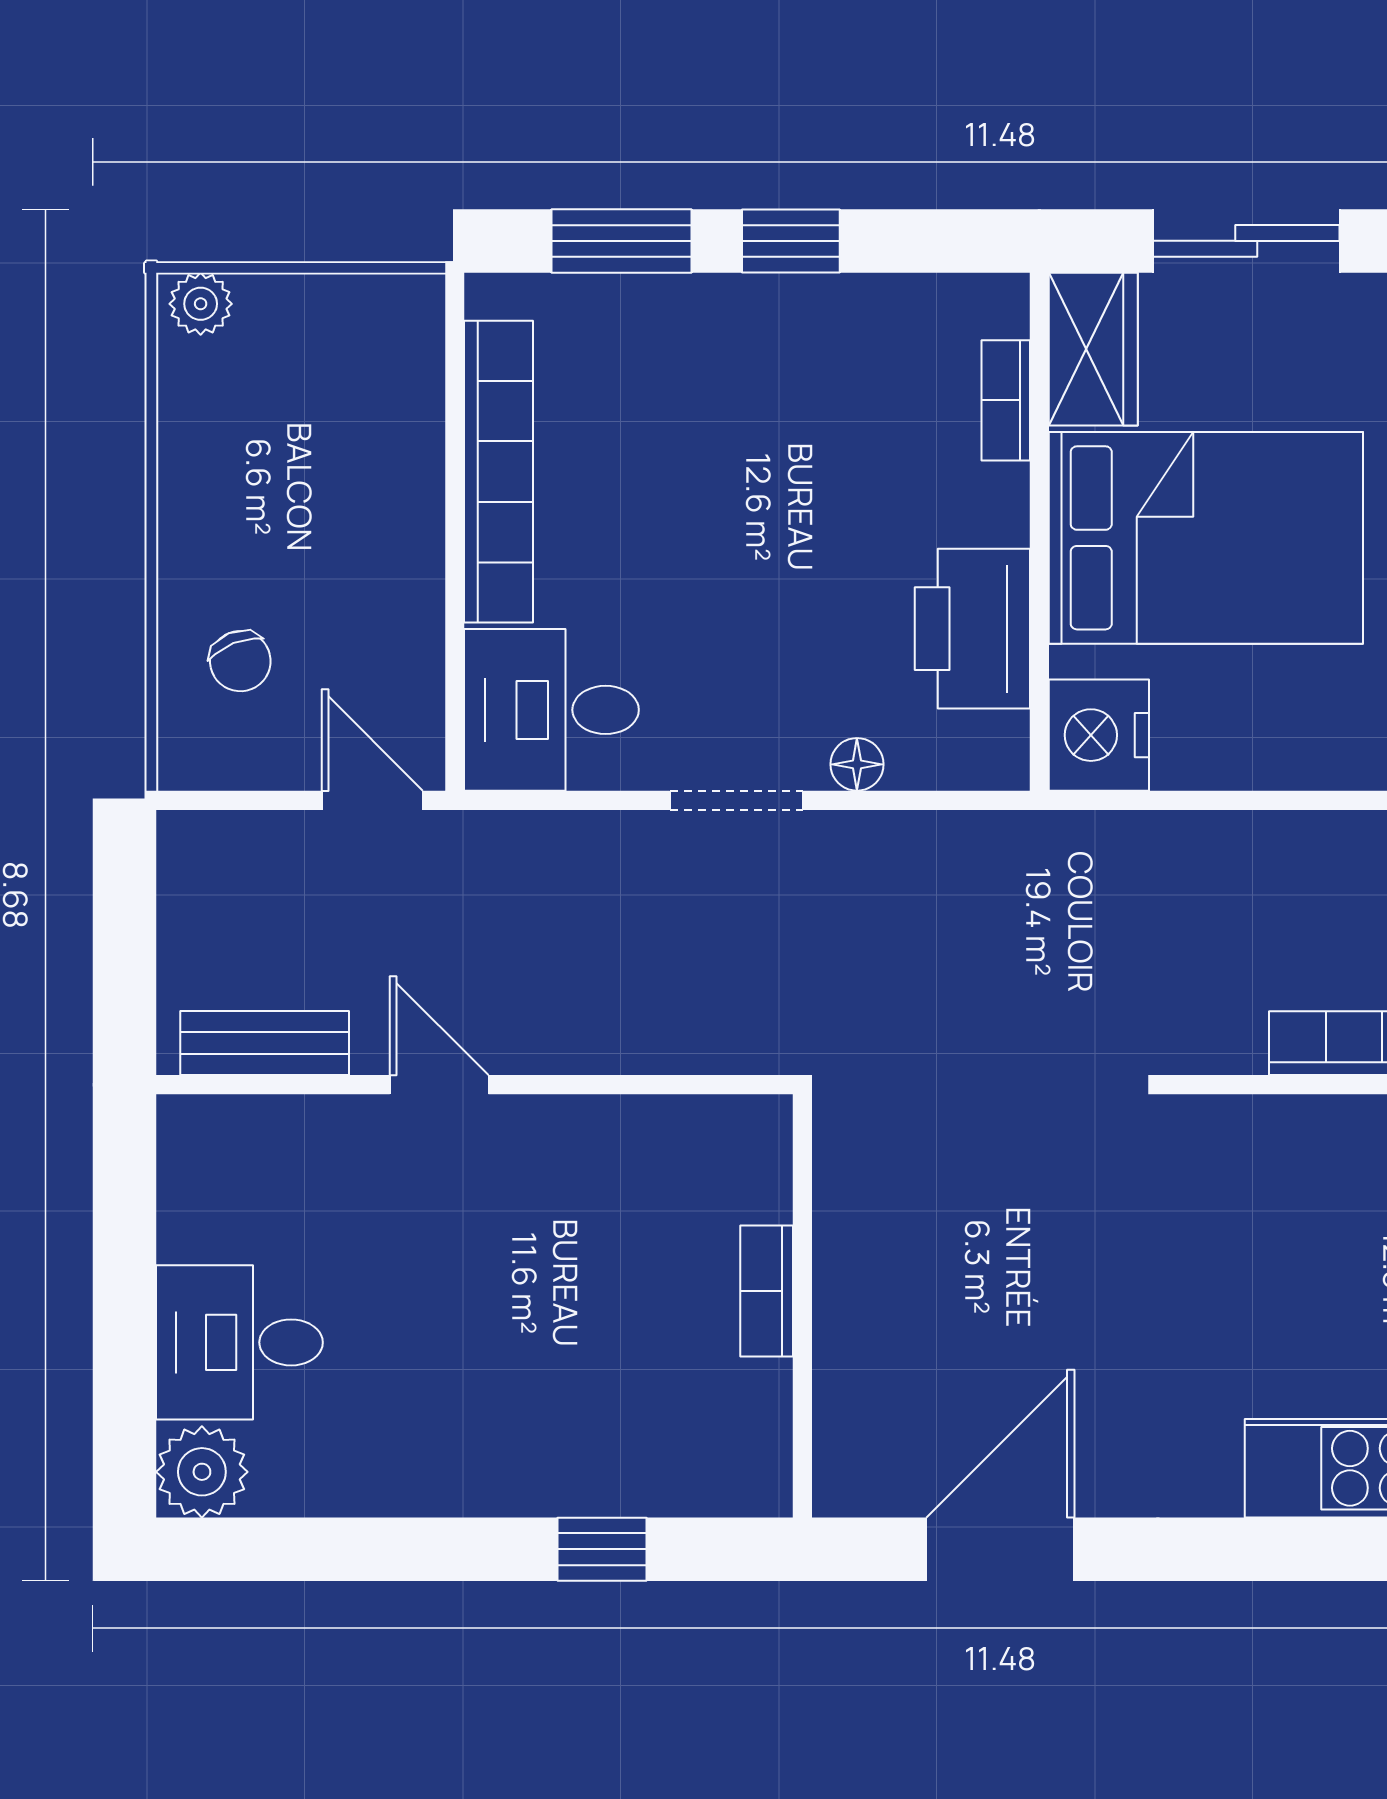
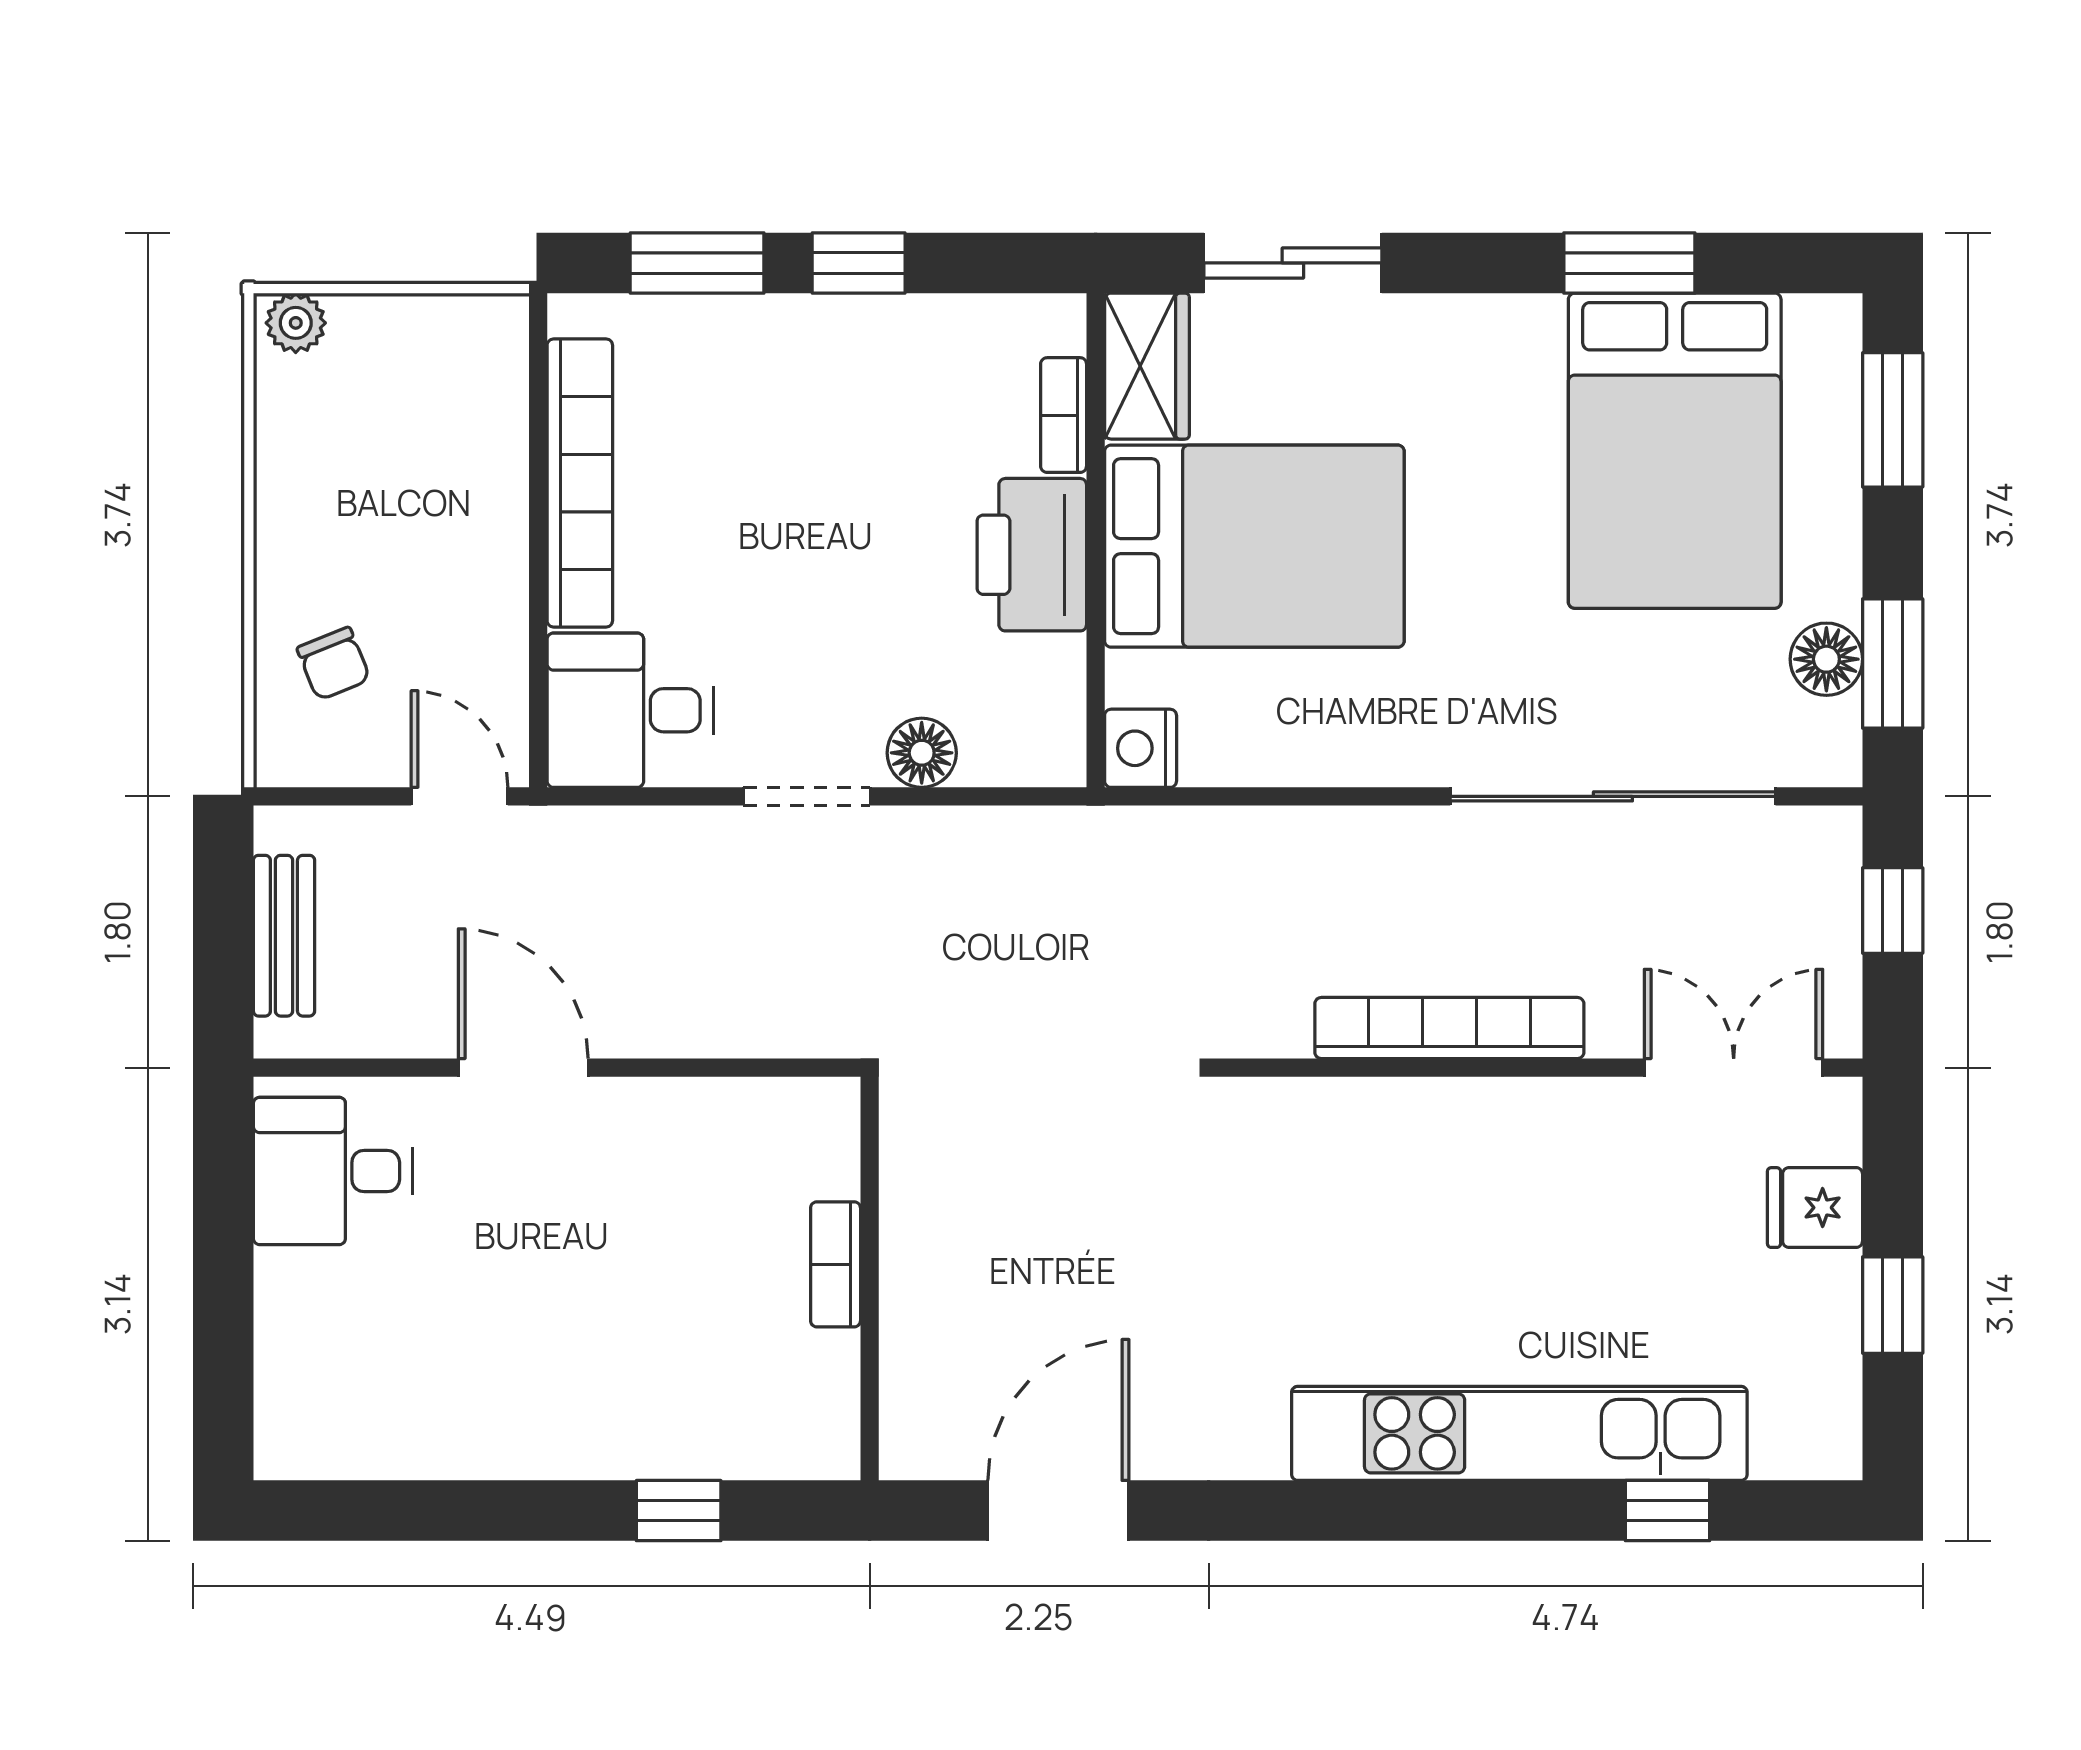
printer: (972, 629) -> (1032, 555), moved
nightstand: (1099, 735) -> (1141, 748), width x0.74, depth x0.75
floor lamp: (857, 764) -> (922, 753), width x1.37, depth x1.37
bench: (265, 1043) -> (284, 936), moved, turned 90
door: (439, 1085) -> (523, 1068), width x1.38
desk: (239, 1342) -> (333, 1171), moved
plant: (202, 1472) -> (297, 1437), removed

